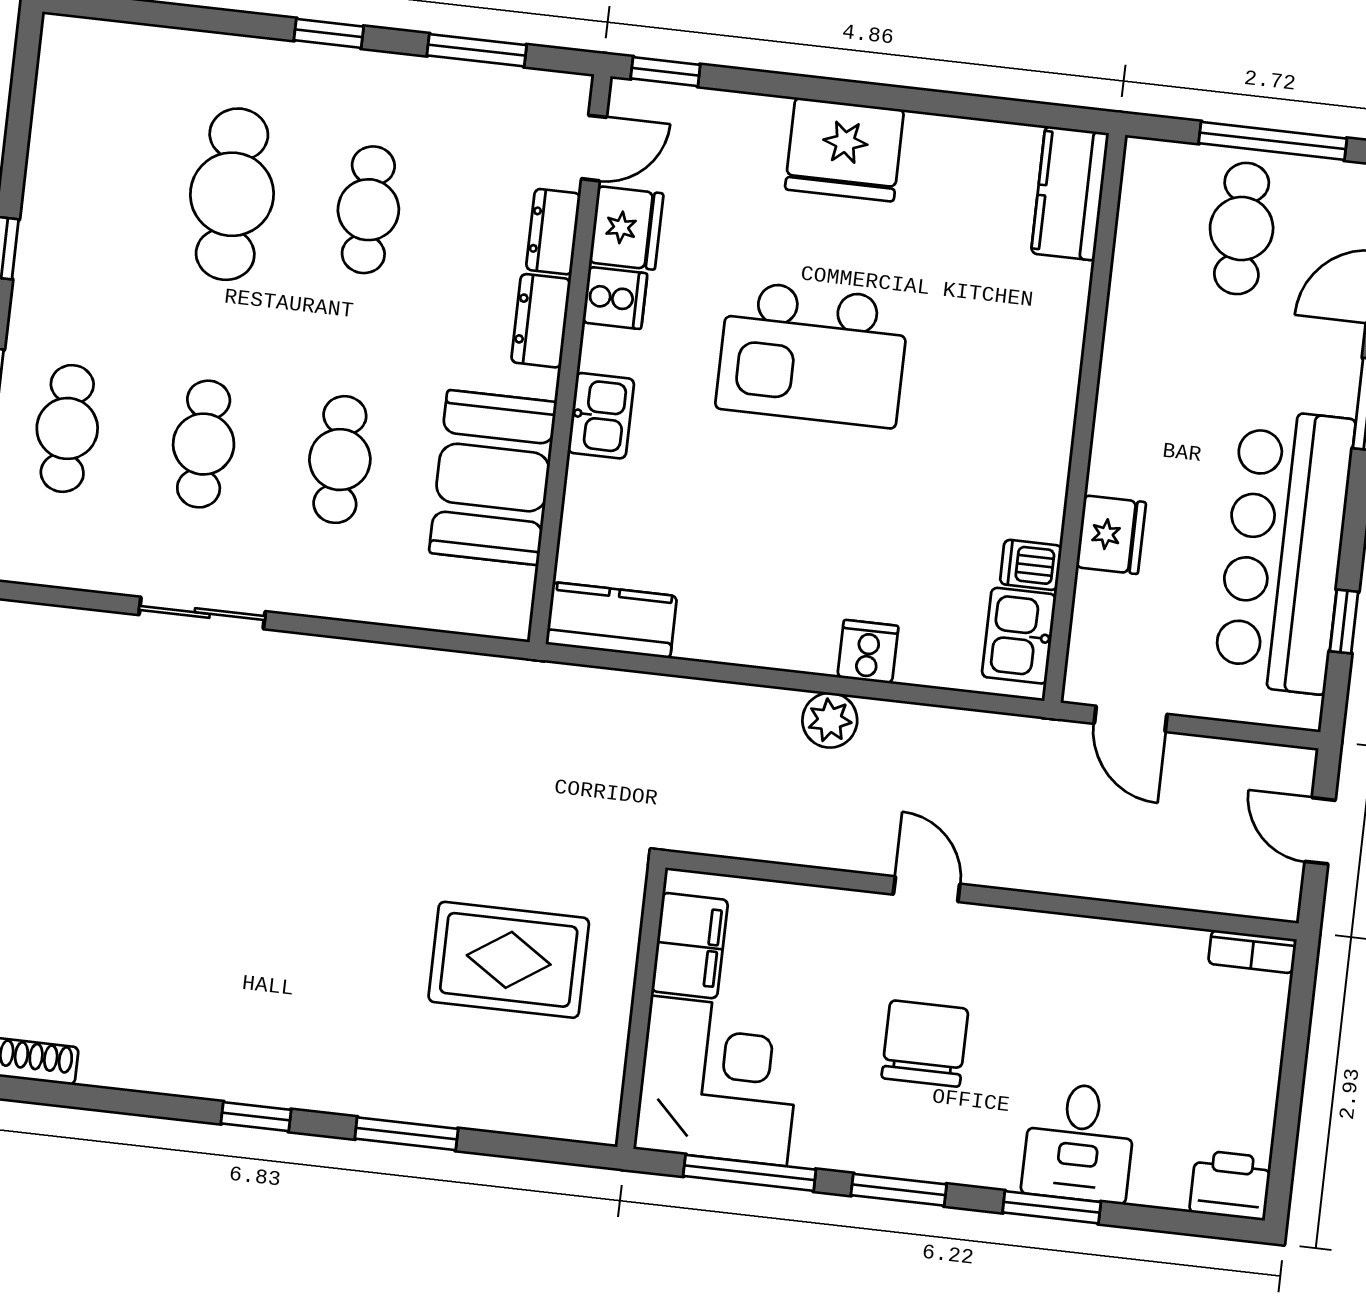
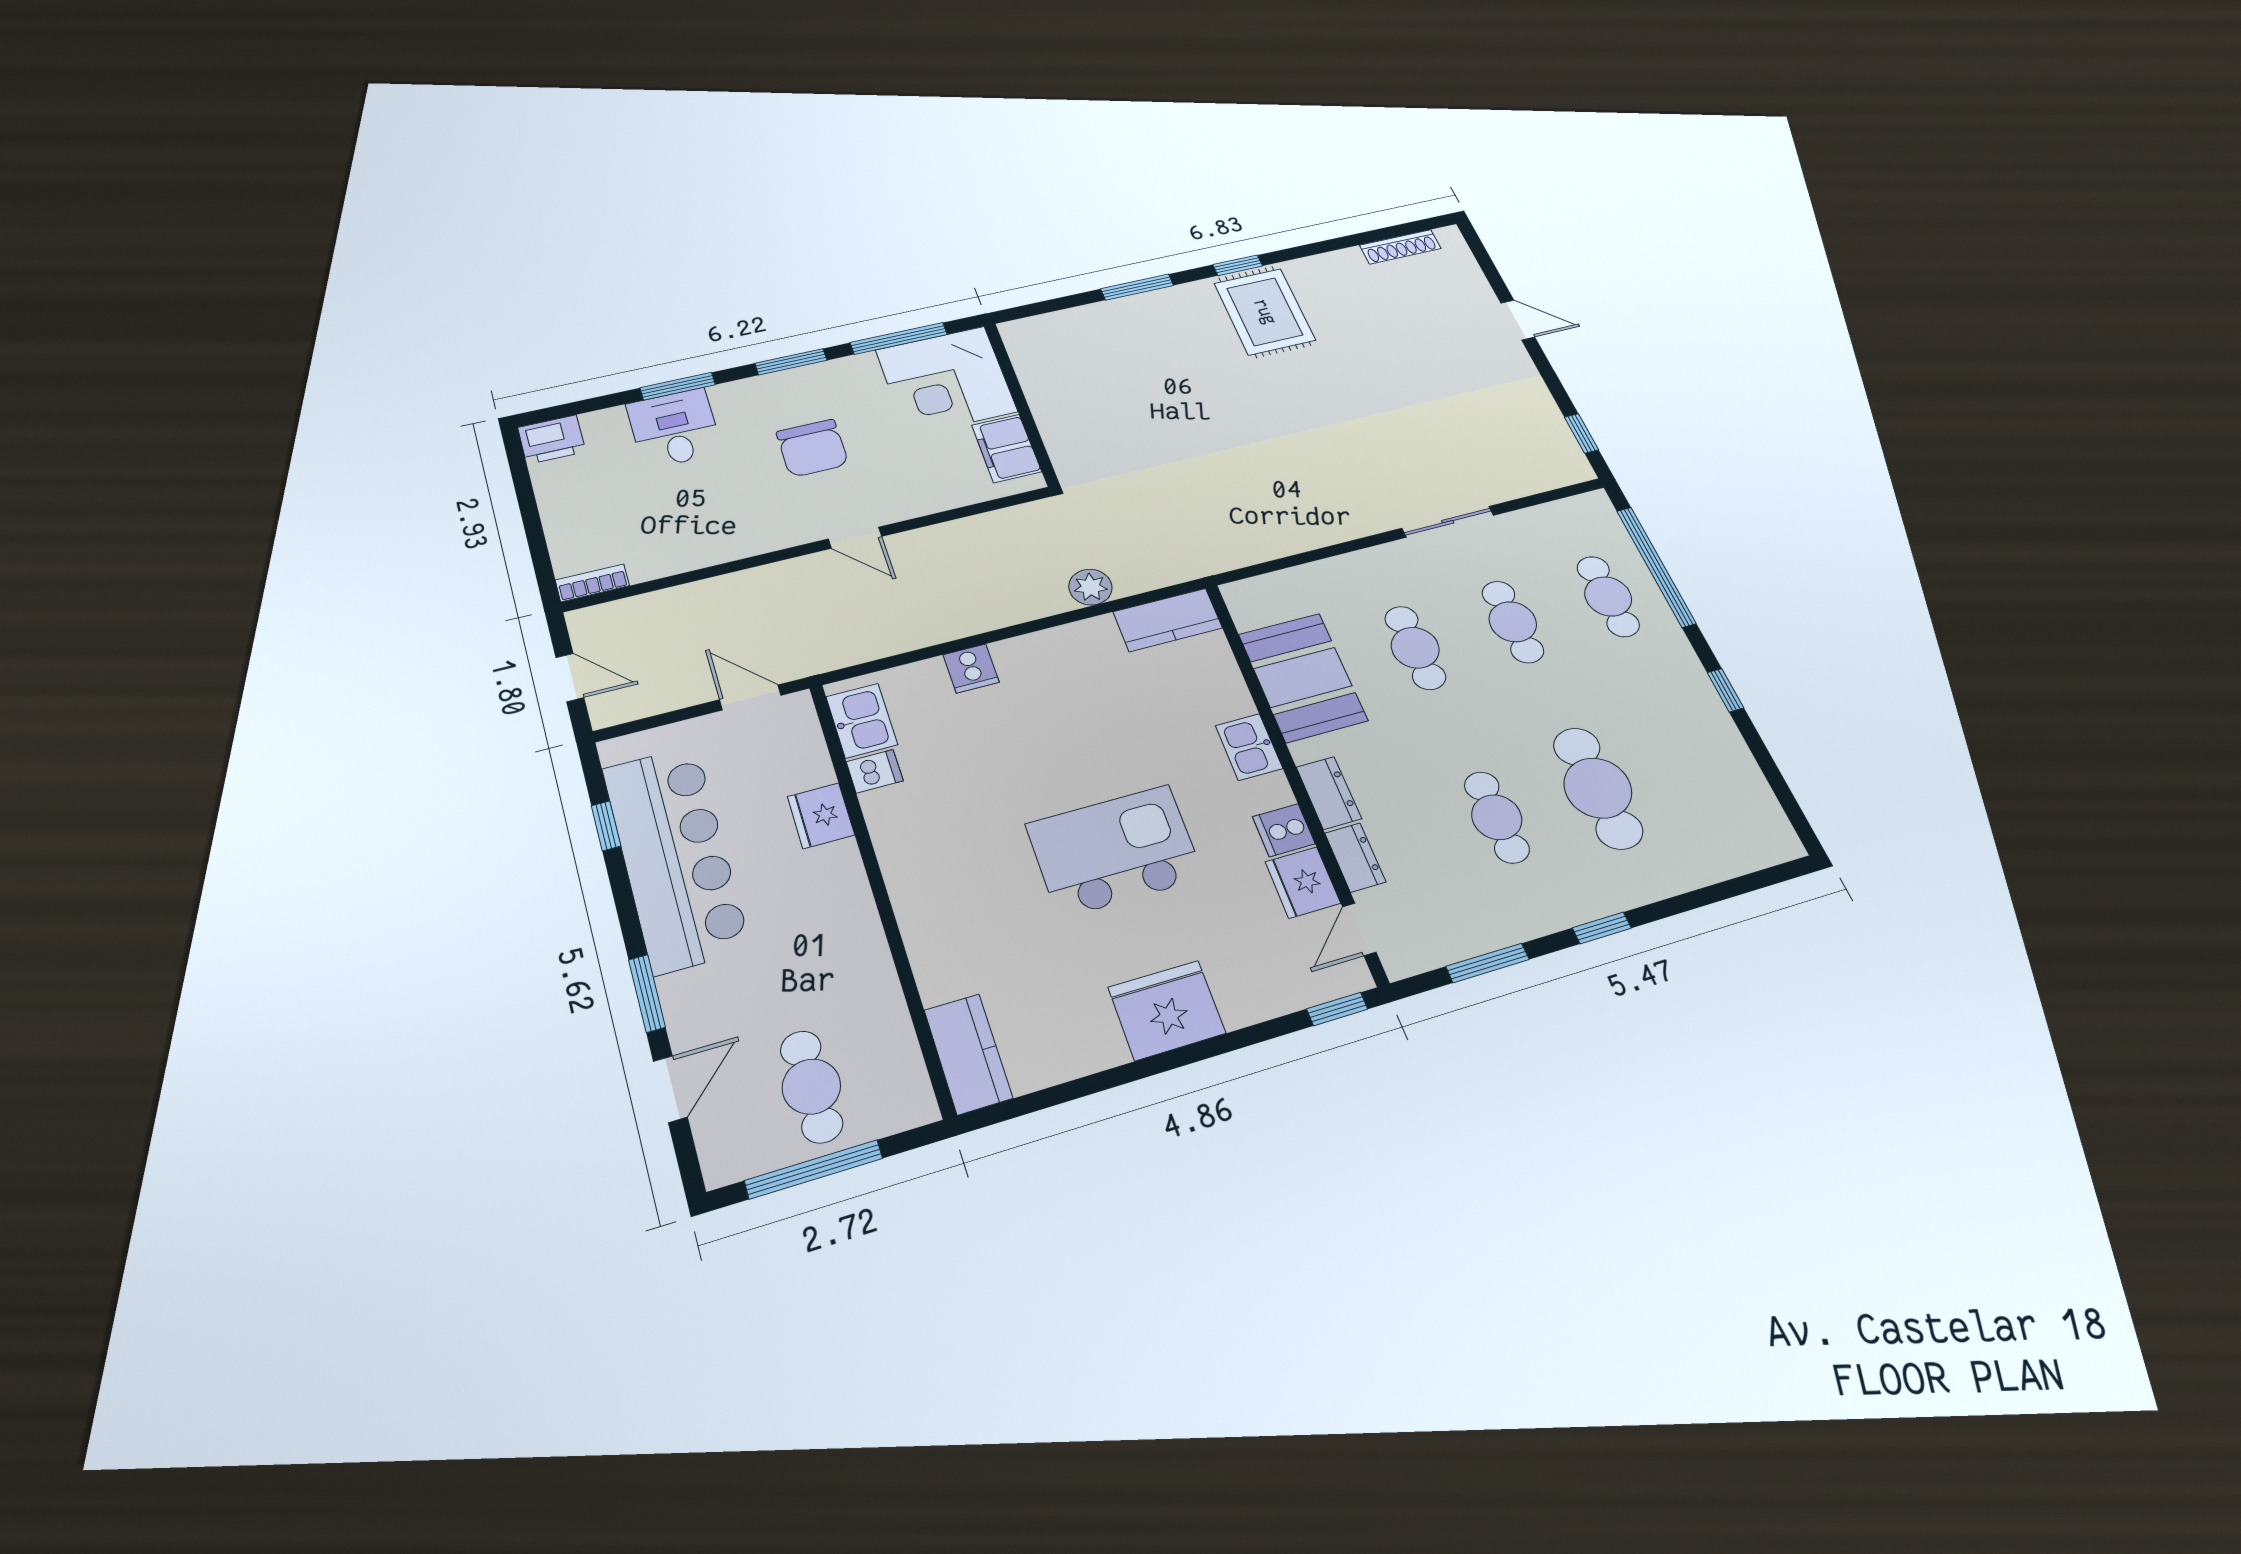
plant: (830, 720) -> (1090, 587), moved
rug: (509, 960) -> (1265, 312), moved, turned 90

